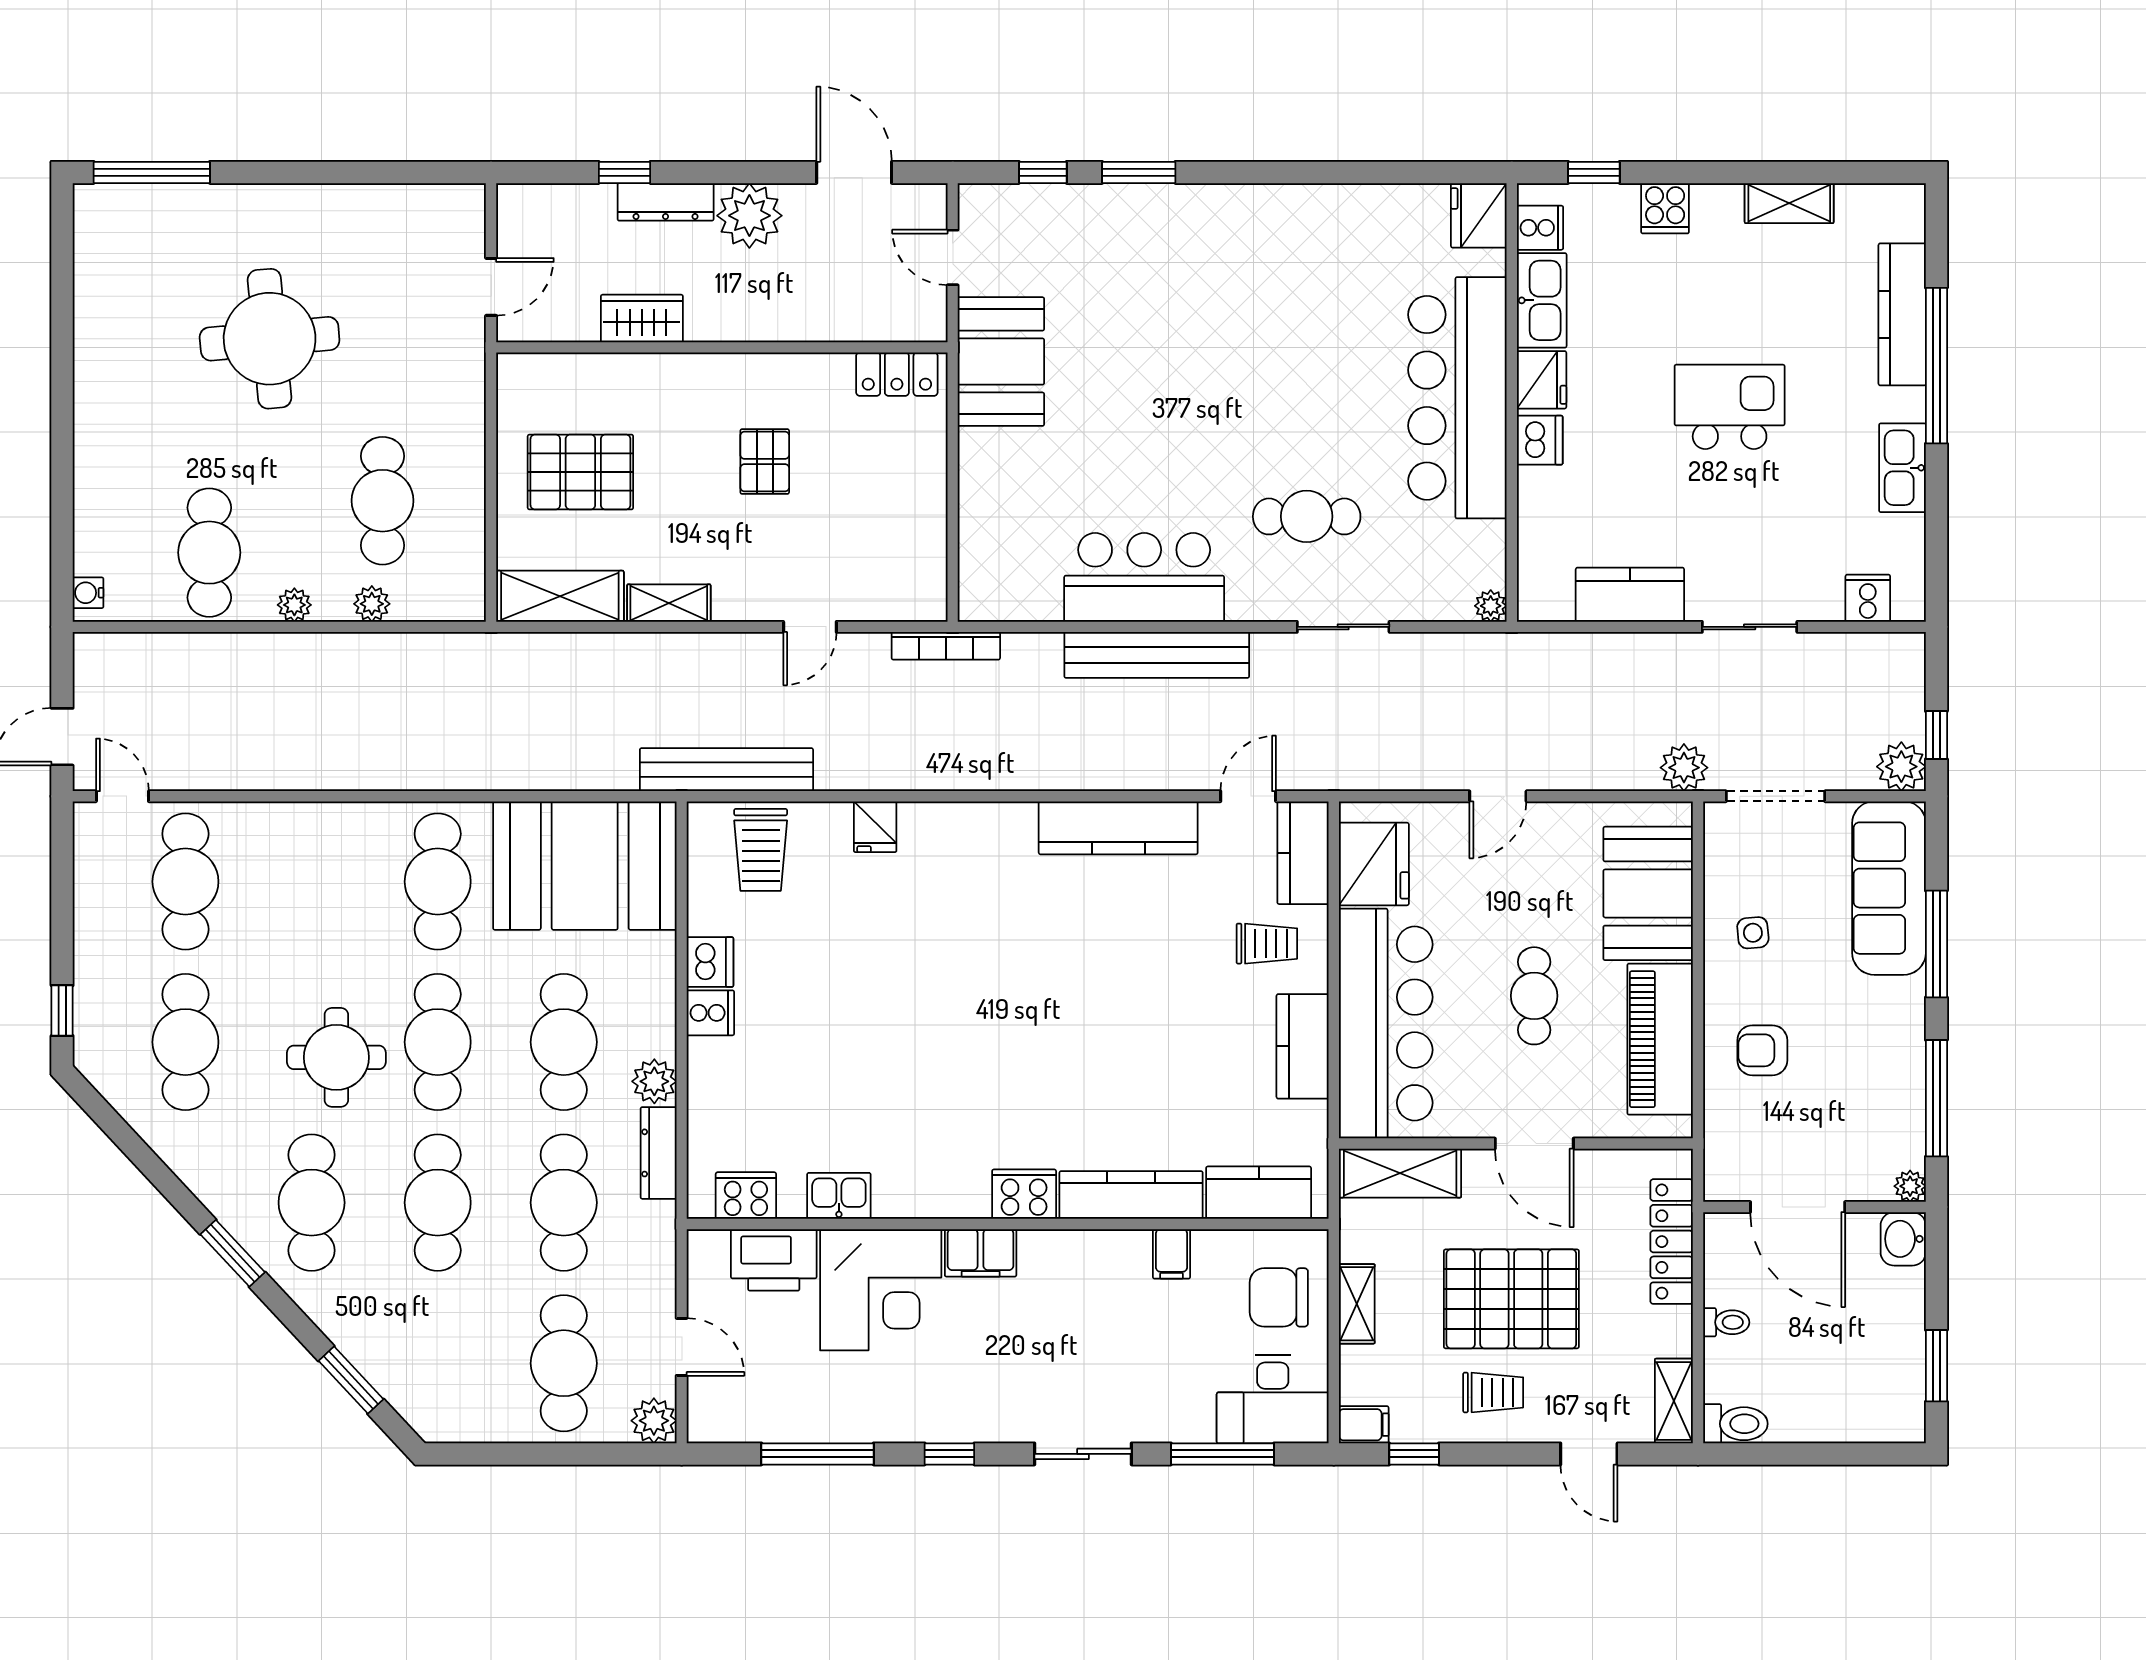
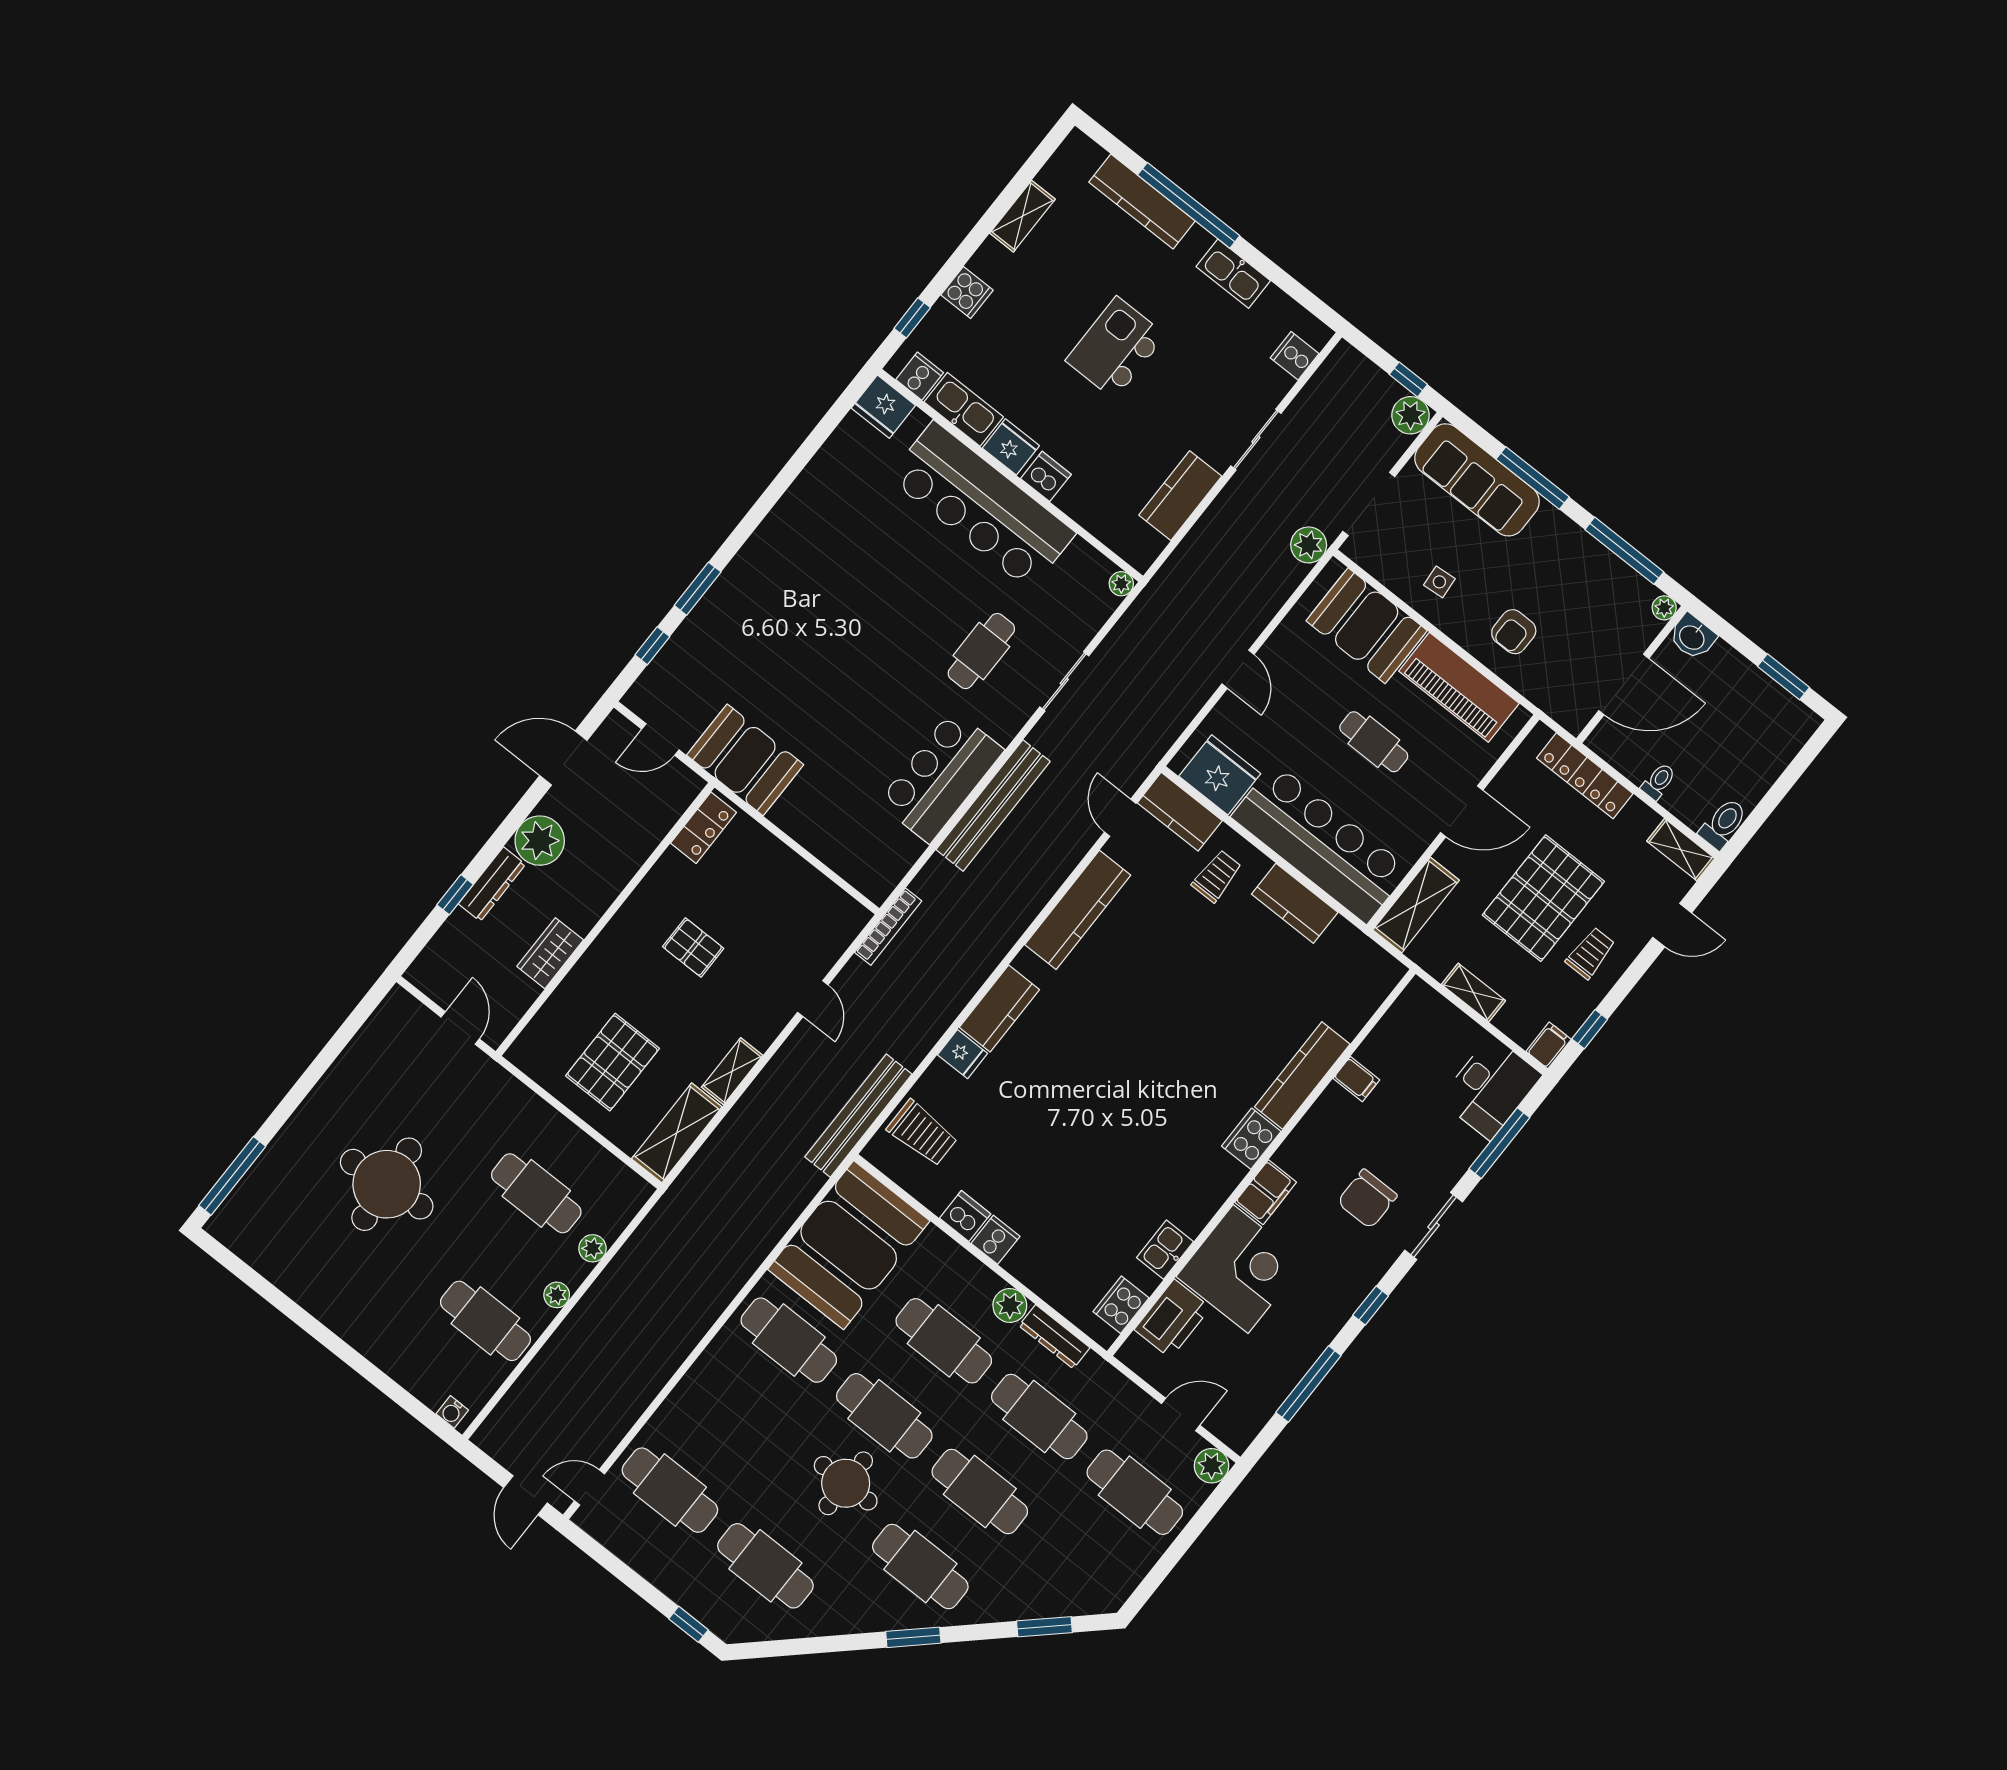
kitchen counter: (1259, 1193) -> (999, 1009), moved, turned 180
chair: (1279, 1297) -> (1367, 1199), moved

